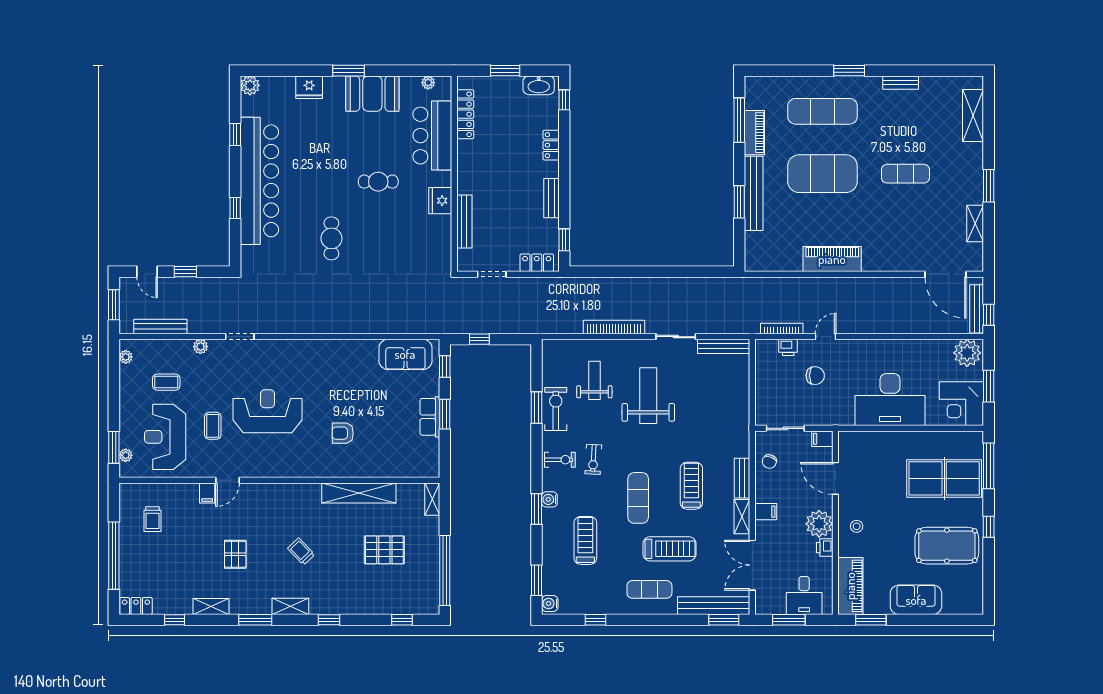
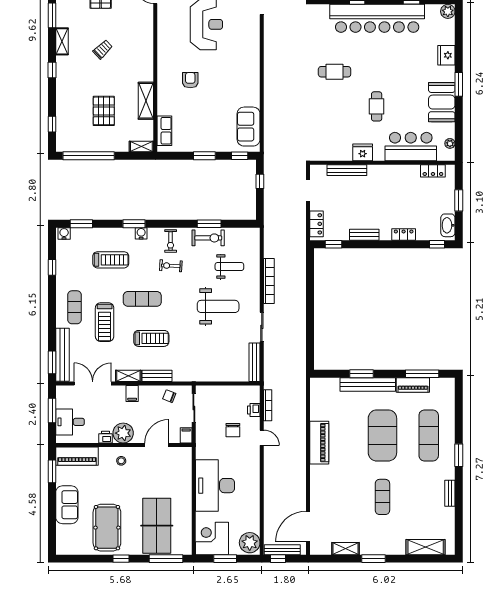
locker: (465, 114) -> (433, 171), width x0.66
row of seats: (430, 417) -> (164, 131), moved, turned 90
shelving: (359, 493) -> (146, 101), width x0.68

